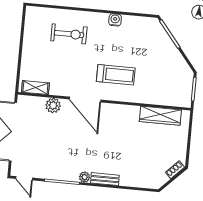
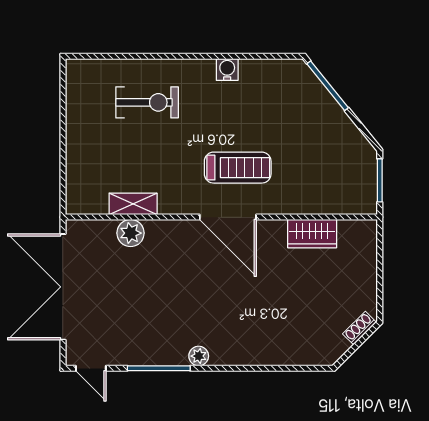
shelving: (35, 88) -> (133, 204), moved
door: (85, 99) -> (228, 217), moved
wardrobe: (160, 116) -> (312, 234), width x0.67
bench: (105, 179) -> (235, 356), removed

